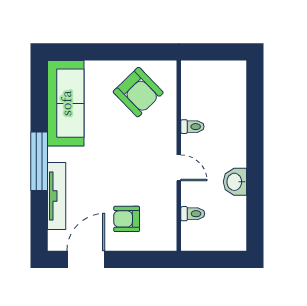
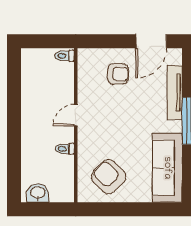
door: (179, 168) -> (76, 115), hinge flipped
washbasin: (235, 182) -> (38, 193), moved, turned -90
toilet: (193, 214) -> (64, 56), moved

